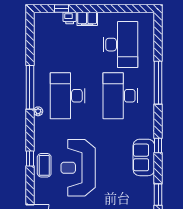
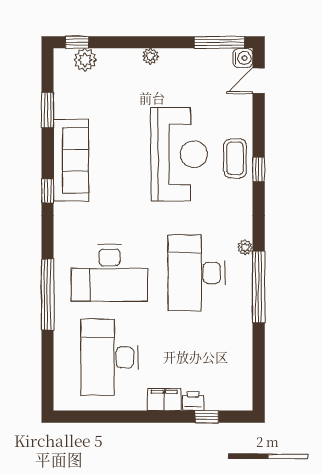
desk: (68, 96) -> (197, 273), turned 180
desk: (120, 96) -> (109, 273), turned 90
sofa: (144, 157) -> (71, 160), width x1.36

